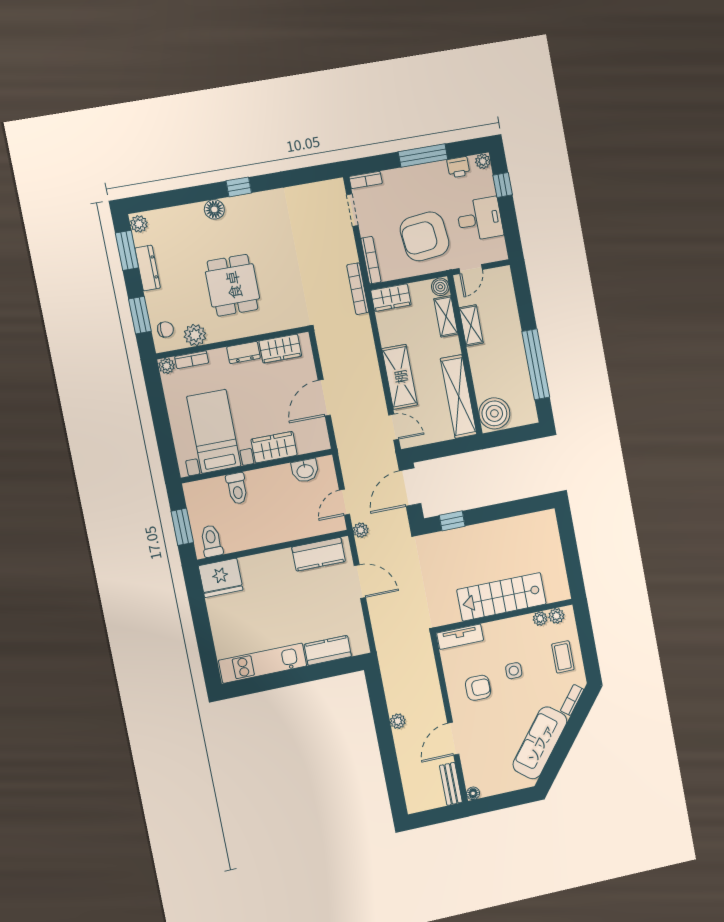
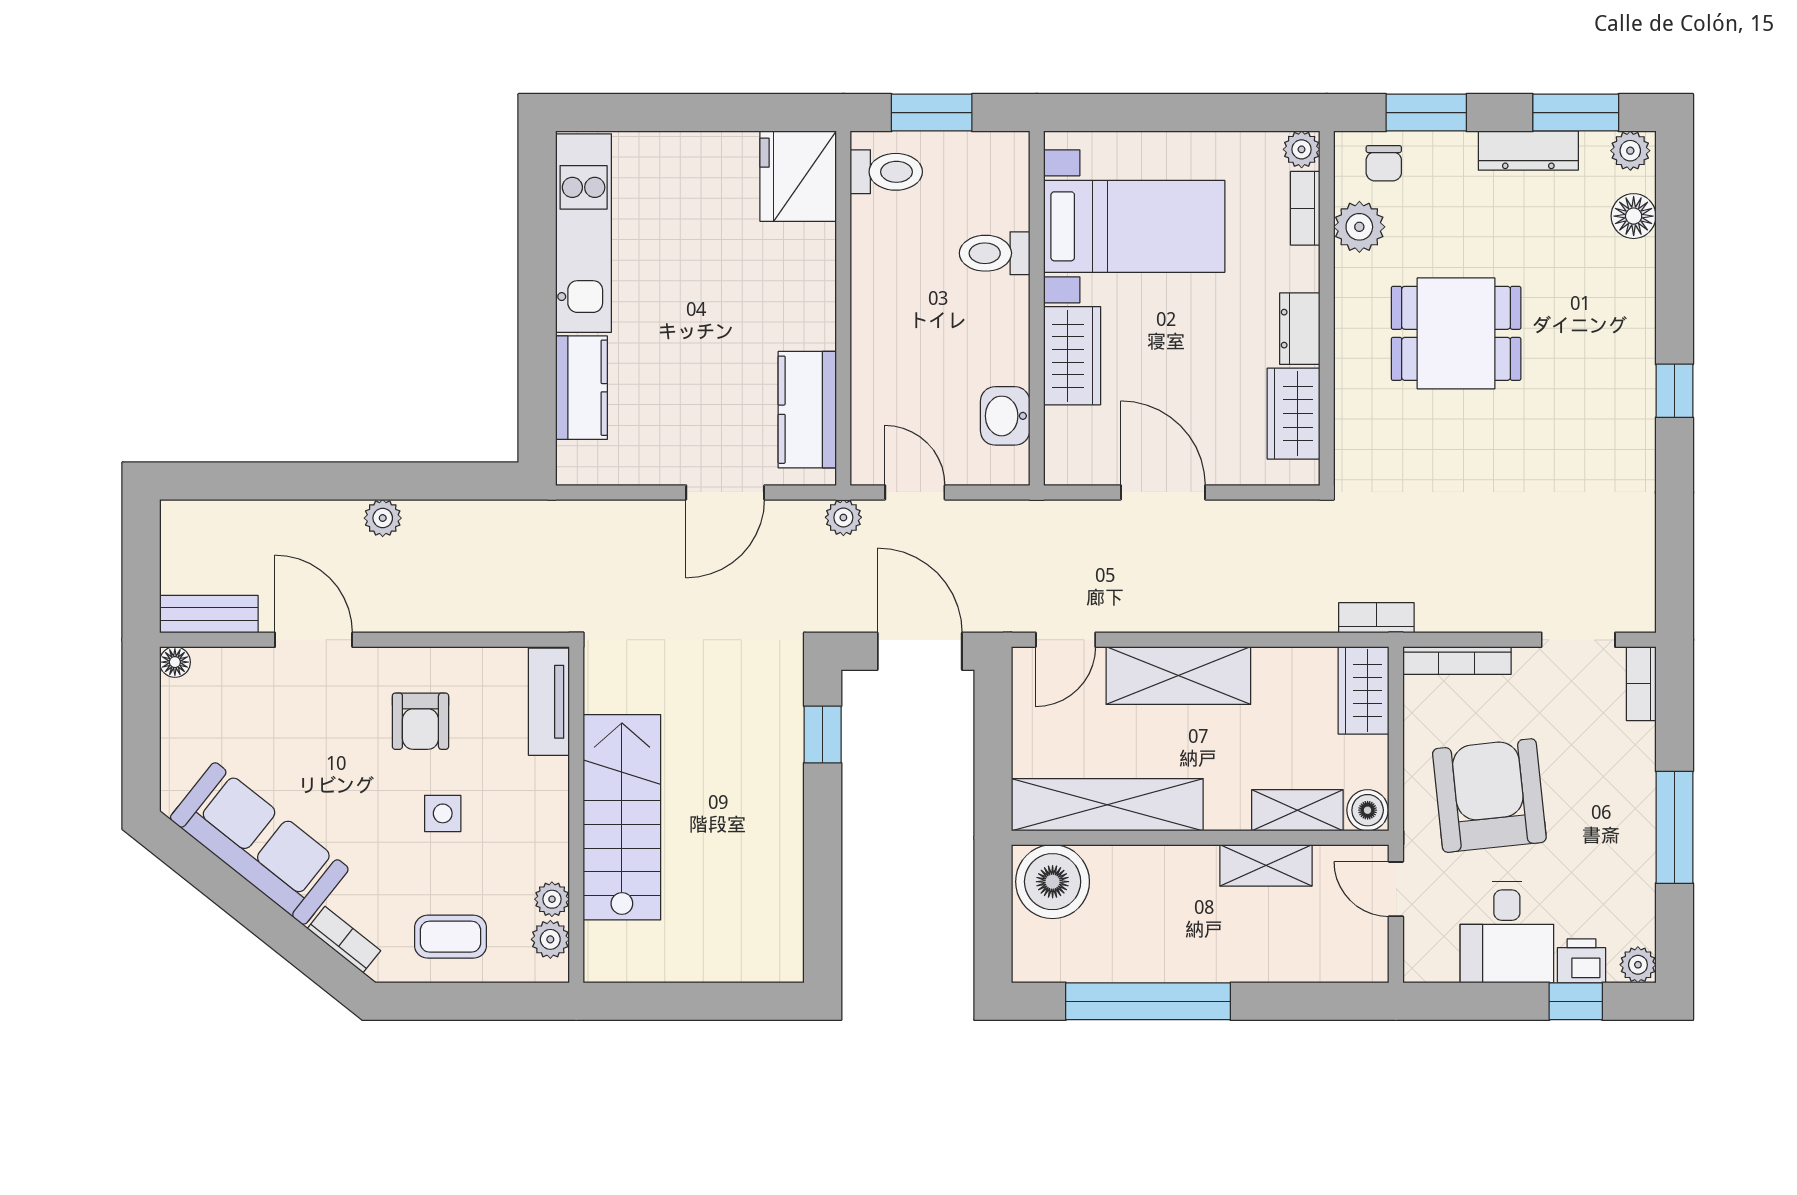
printer: (458, 167) -> (1581, 961), moved, turned 90
floor lamp: (214, 209) -> (1634, 216), moved
bookcase: (358, 289) -> (1376, 618), width x0.64

